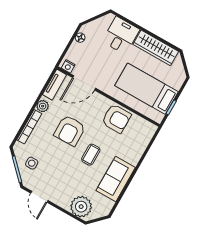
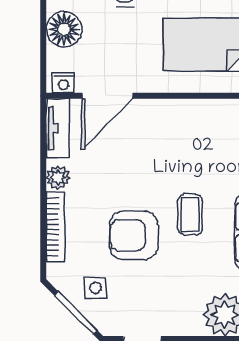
floor lamp: (80, 38) -> (64, 29), width x1.89, depth x1.89
armchair: (116, 119) -> (199, 126), removed
armchair: (70, 130) -> (134, 235), moved, turned 91

